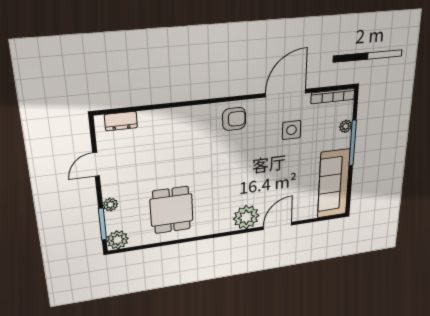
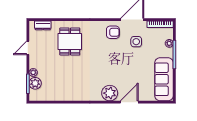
armchair: (234, 119) -> (113, 32), moved
dining table: (172, 210) -> (70, 42), moved
plant: (118, 240) -> (35, 83), moved

